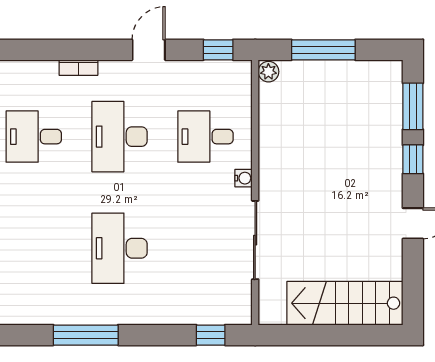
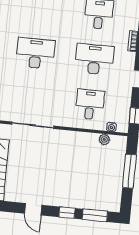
plant: (268, 72) -> (104, 139), moved
water cooler: (243, 178) -> (111, 127), moved

